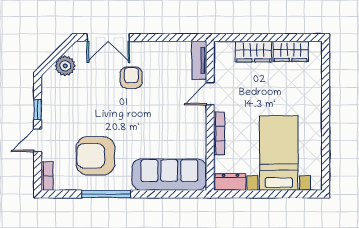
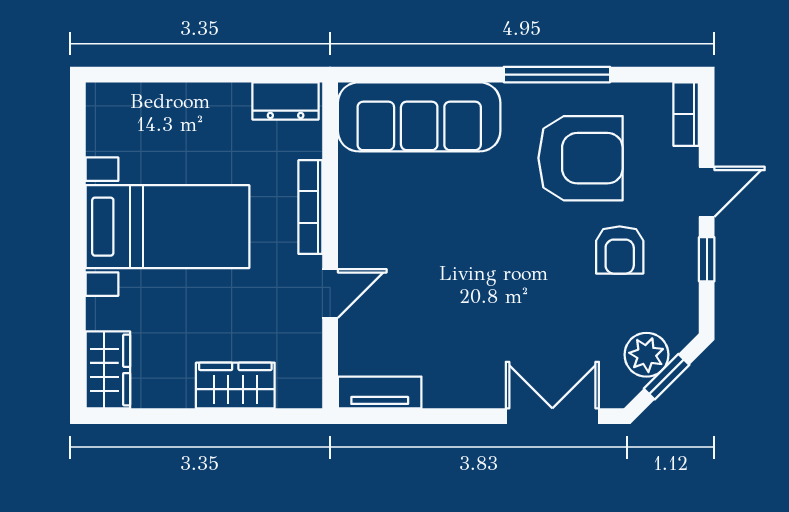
wardrobe: (291, 51) -> (108, 370), moved, turned 90
window: (56, 56) -> (667, 377), added
tv unit: (199, 60) -> (380, 392), moved, turned -90
armchair: (131, 78) -> (620, 250), moved
bed with nightstands: (279, 153) -> (167, 227), moved, turned -90

